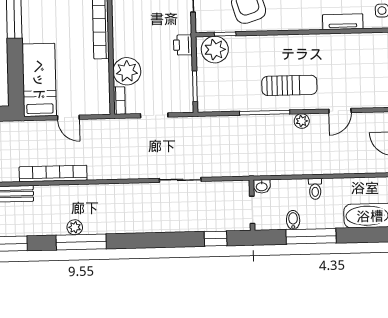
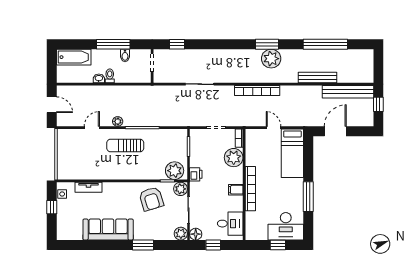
filing cabinet: (123, 23) -> (236, 190), added
plant: (205, 23) -> (180, 189), added
bookcase: (53, 173) -> (257, 90), moved
washbasin: (262, 186) -> (99, 78), moved
plant: (75, 227) -> (271, 59), width x1.88, depth x1.88
window: (81, 242) -> (267, 44), width x0.69

